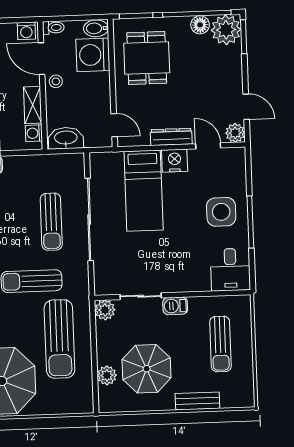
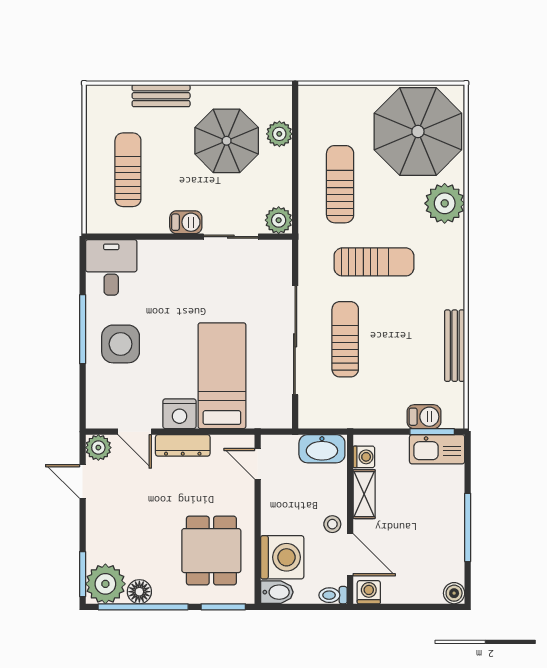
sun lounger: (59, 339) -> (340, 184), width x0.73, depth x0.75

